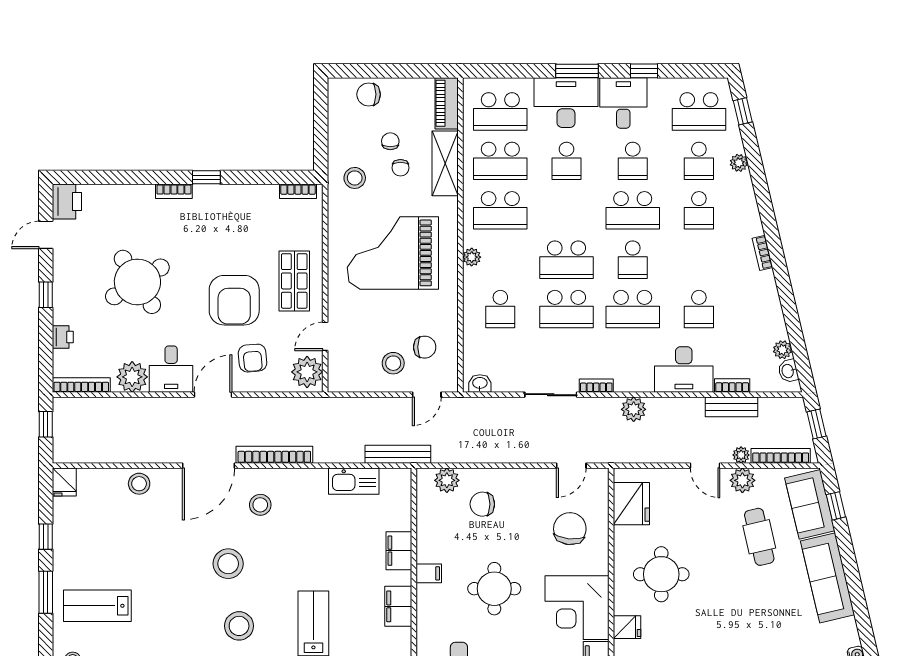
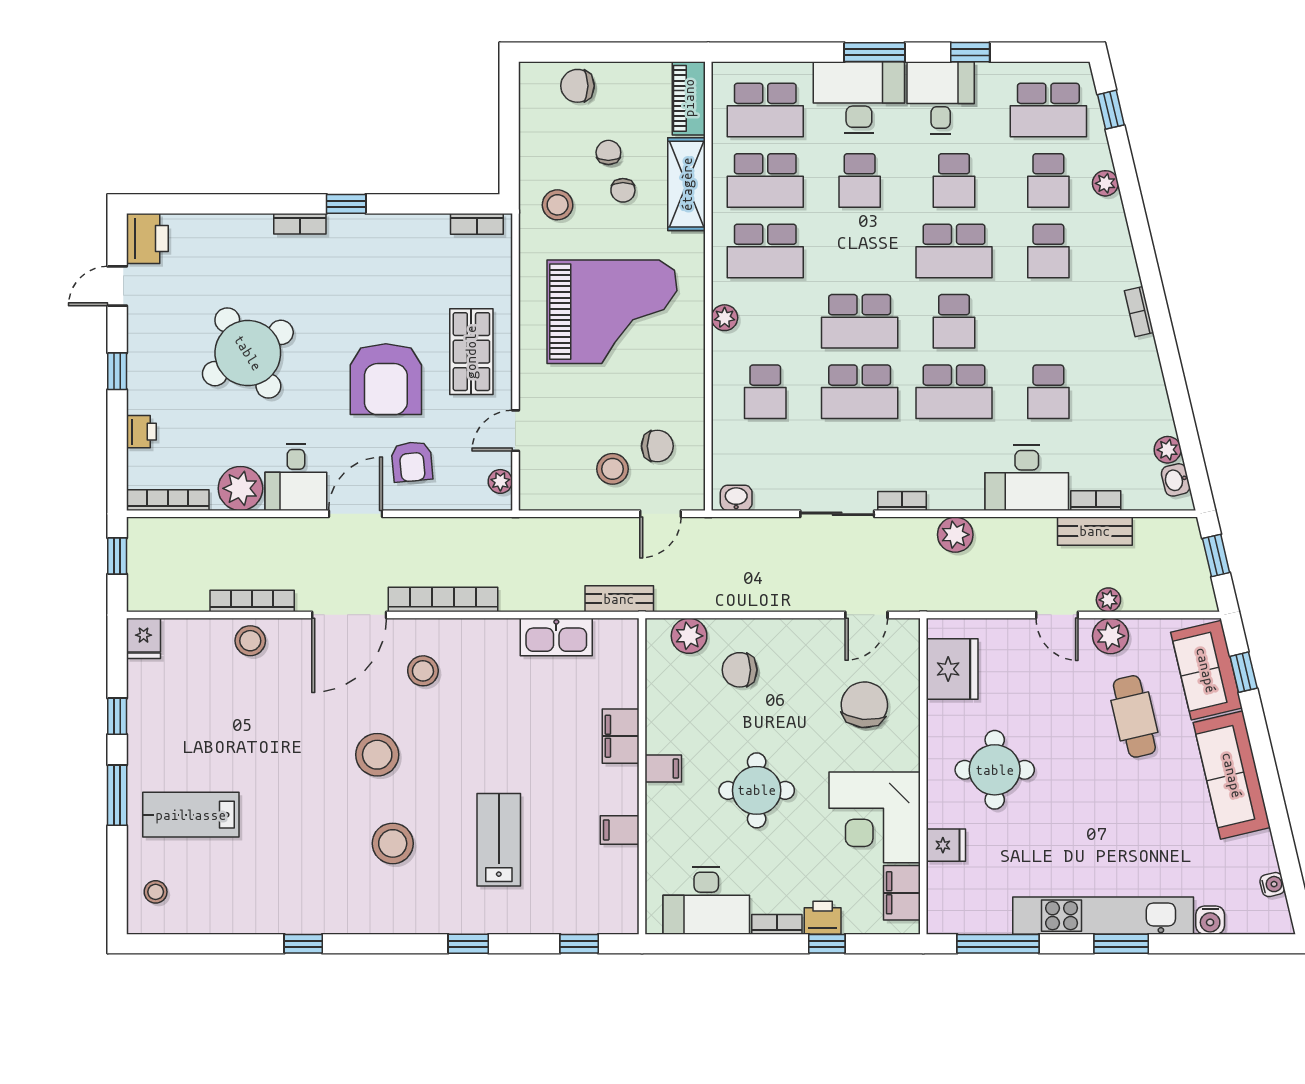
grand piano: (393, 253) -> (612, 312), turned 180
plant: (307, 372) -> (500, 481), width x0.53, depth x0.53
bench: (398, 454) -> (619, 599), width x0.73
bookcase: (781, 456) -> (252, 601), moved
filing cabinet: (398, 606) -> (620, 830), width x0.50

